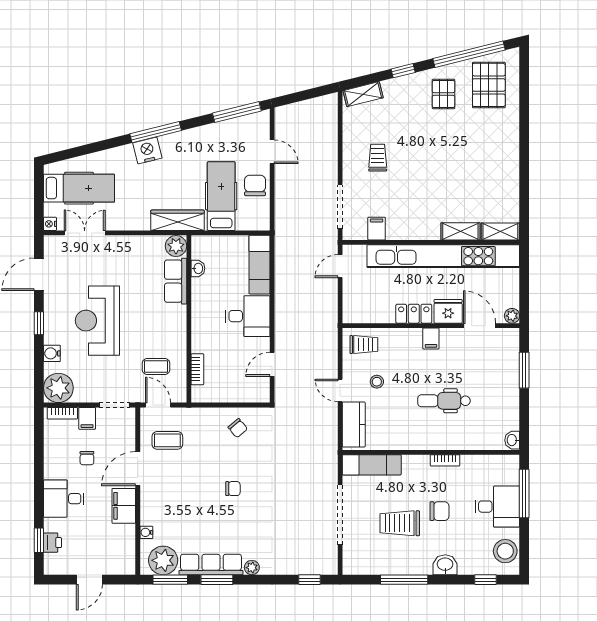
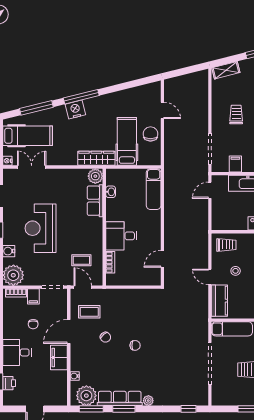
window: (237, 112) -> (36, 108), moved
desk: (248, 316) -> (121, 236), moved, turned 180
chair: (238, 428) -> (105, 337), moved

